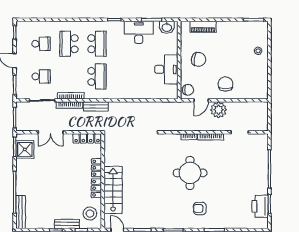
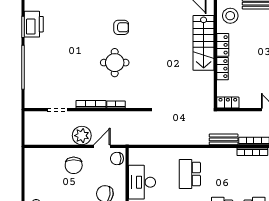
school desk: (97, 76) -> (190, 174), moved
locker: (87, 138) -> (228, 103), width x0.66
round table: (190, 173) -> (115, 63), width x0.73, depth x0.73
armchair: (200, 208) -> (121, 27), moved

